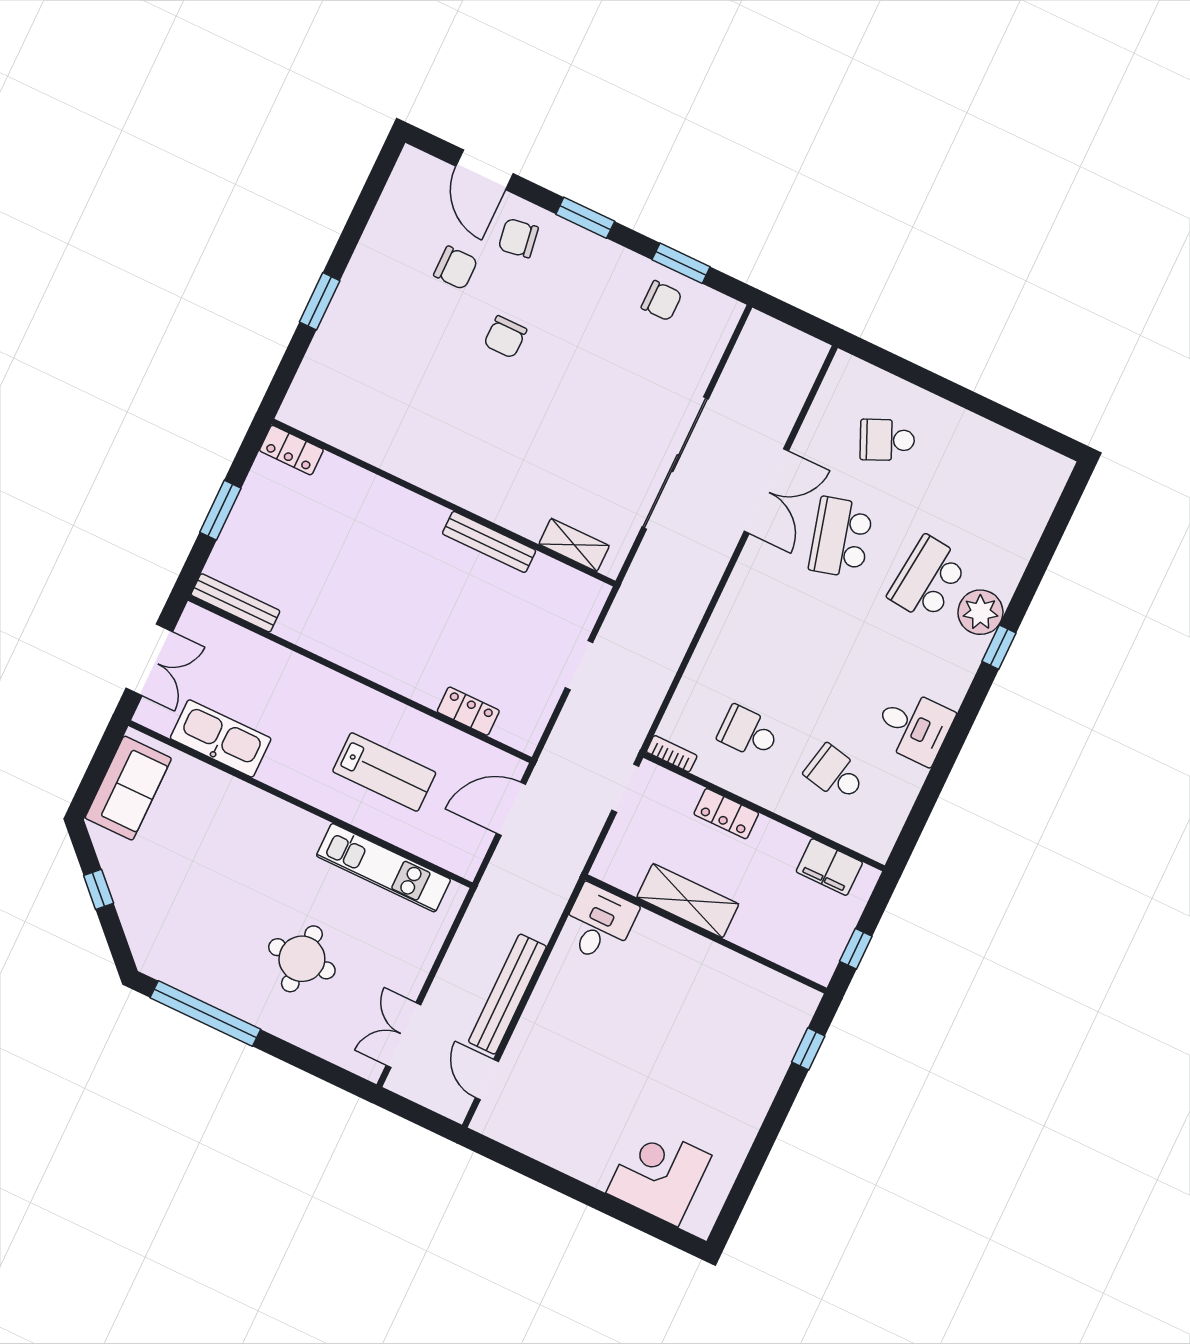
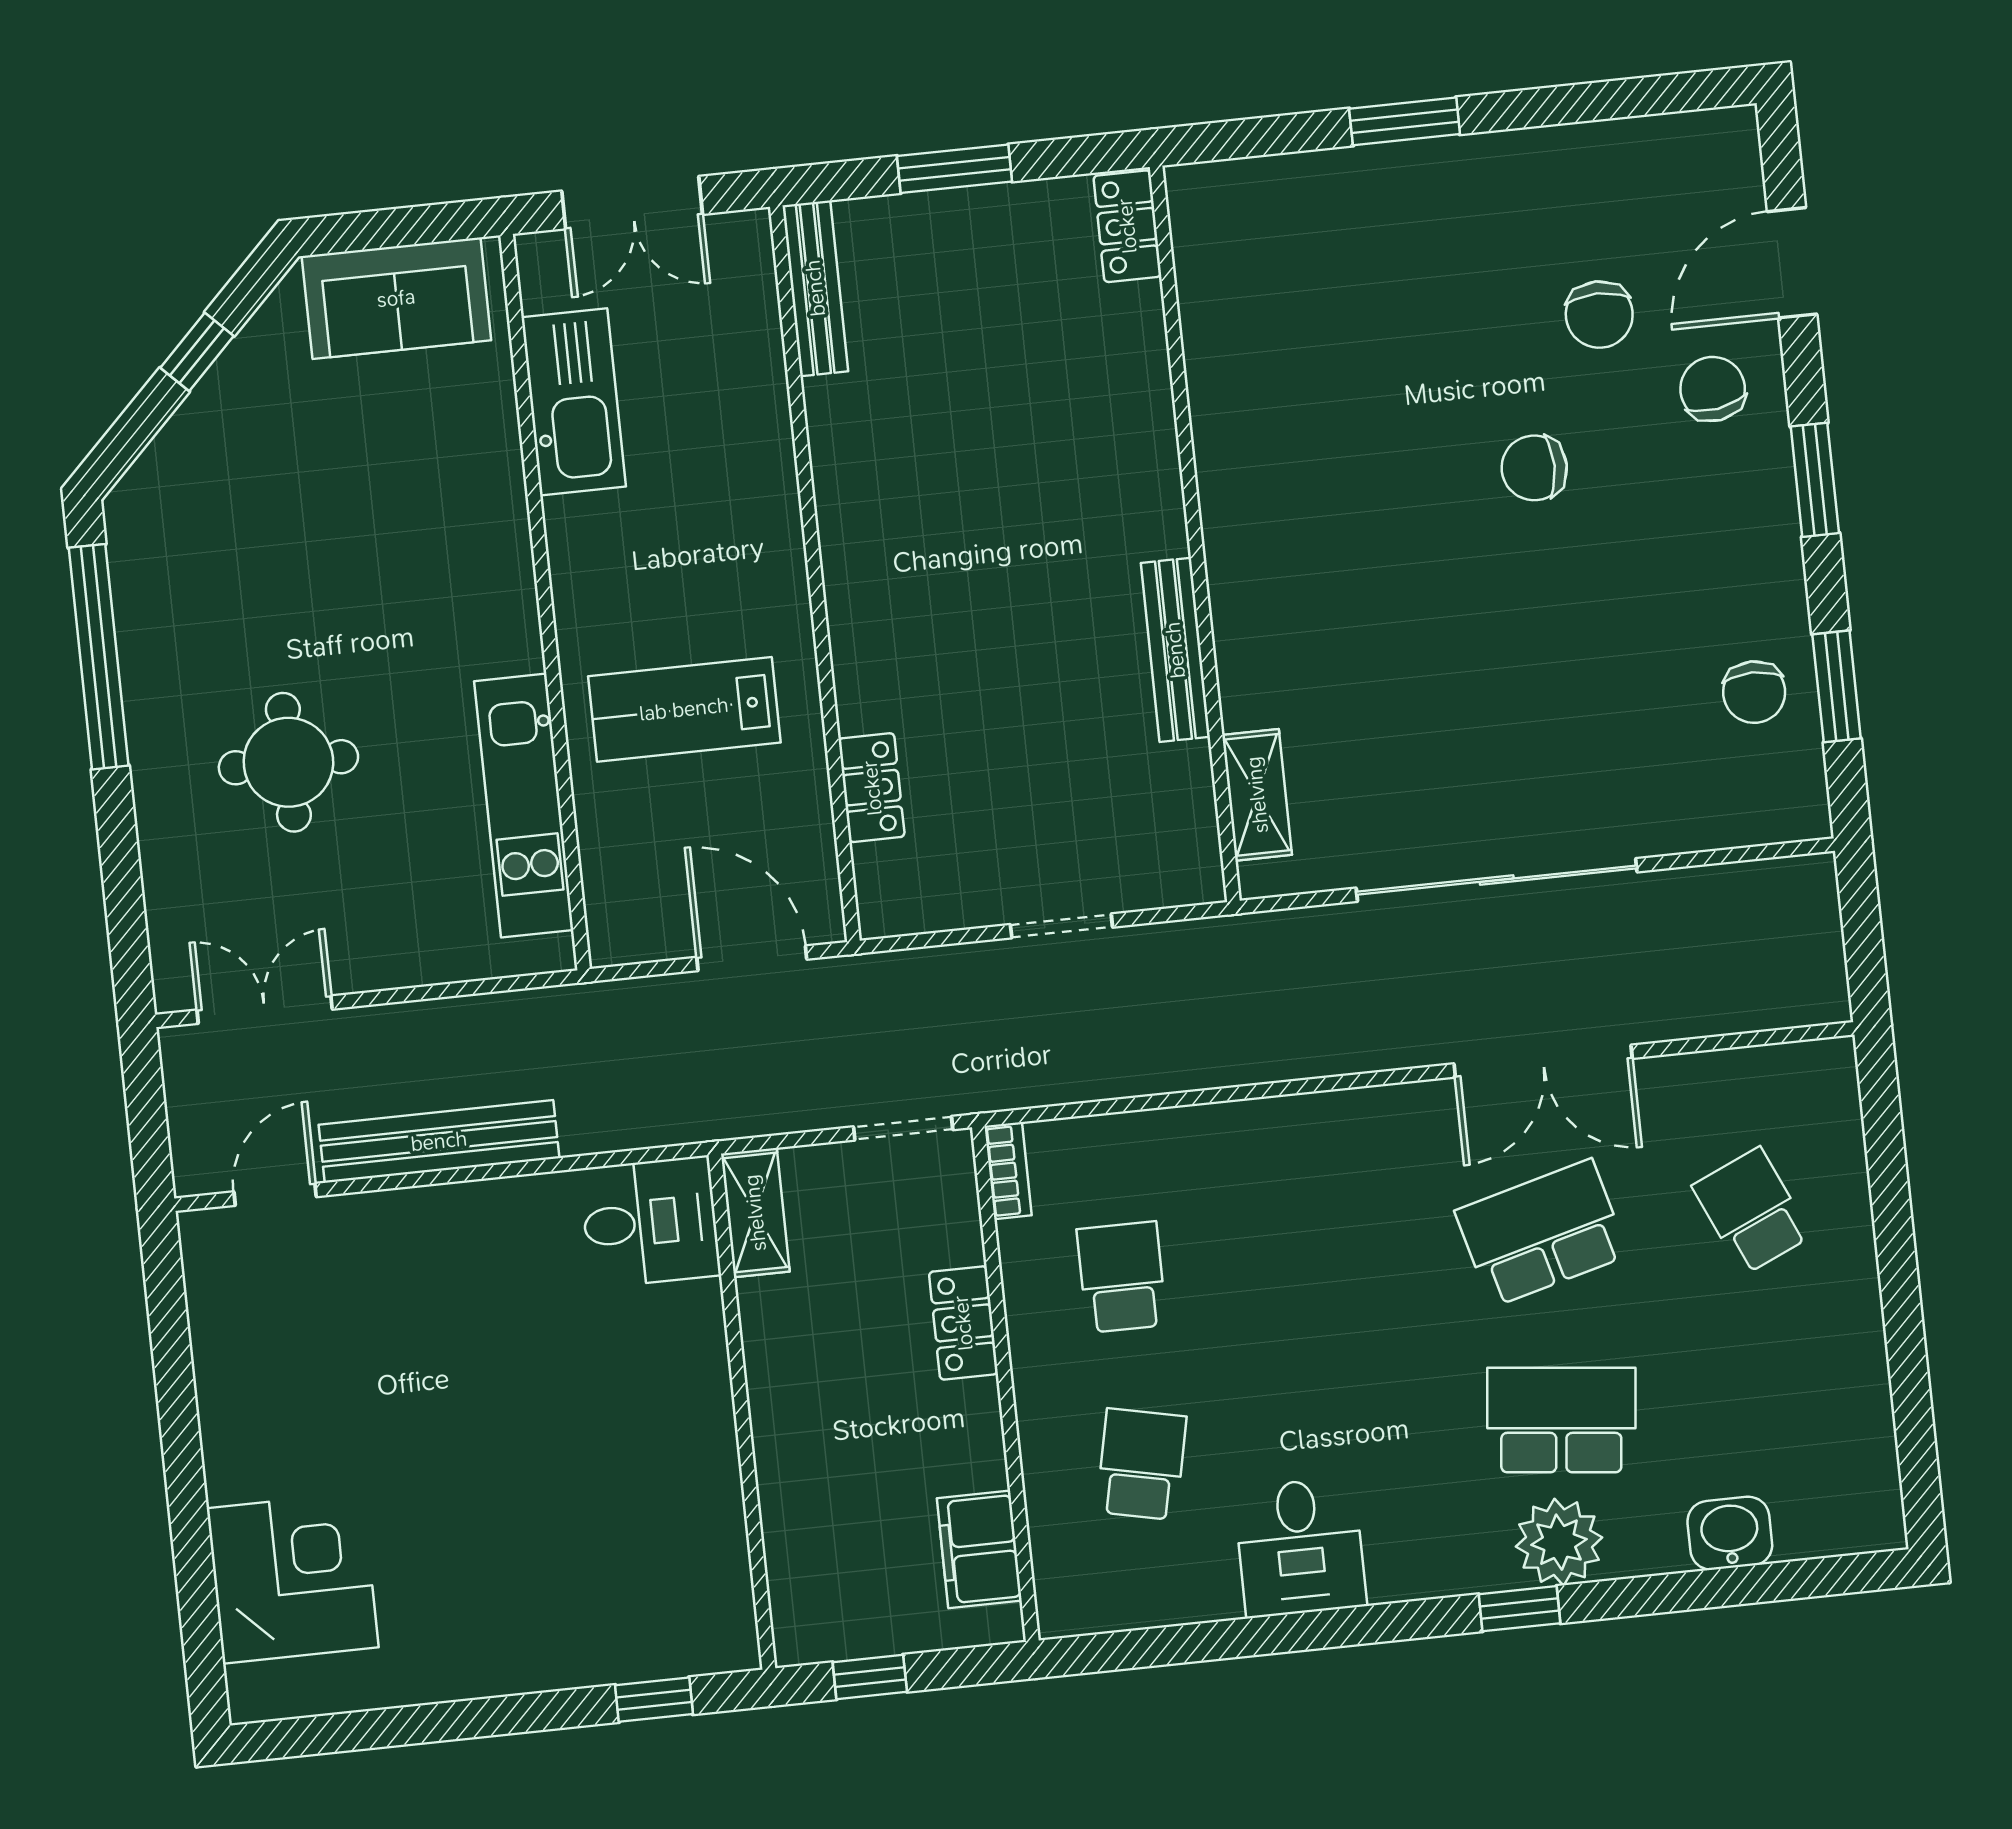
washbasin: (1022, 535) -> (1730, 1533), added
lab bench: (384, 772) -> (684, 709), turned 90
shelving: (688, 901) -> (755, 1213), moved, width x0.67, depth x0.75

